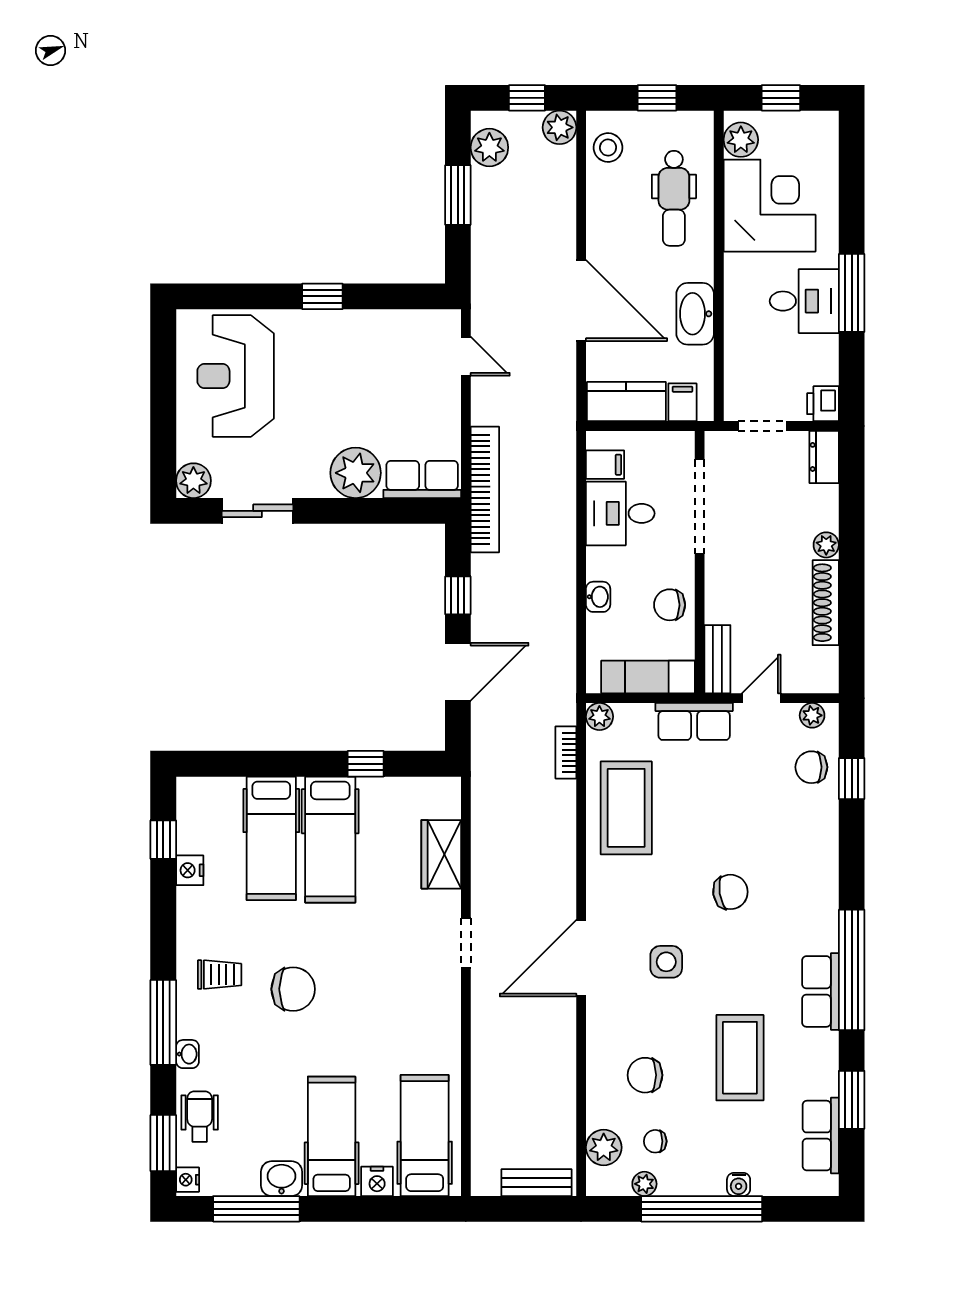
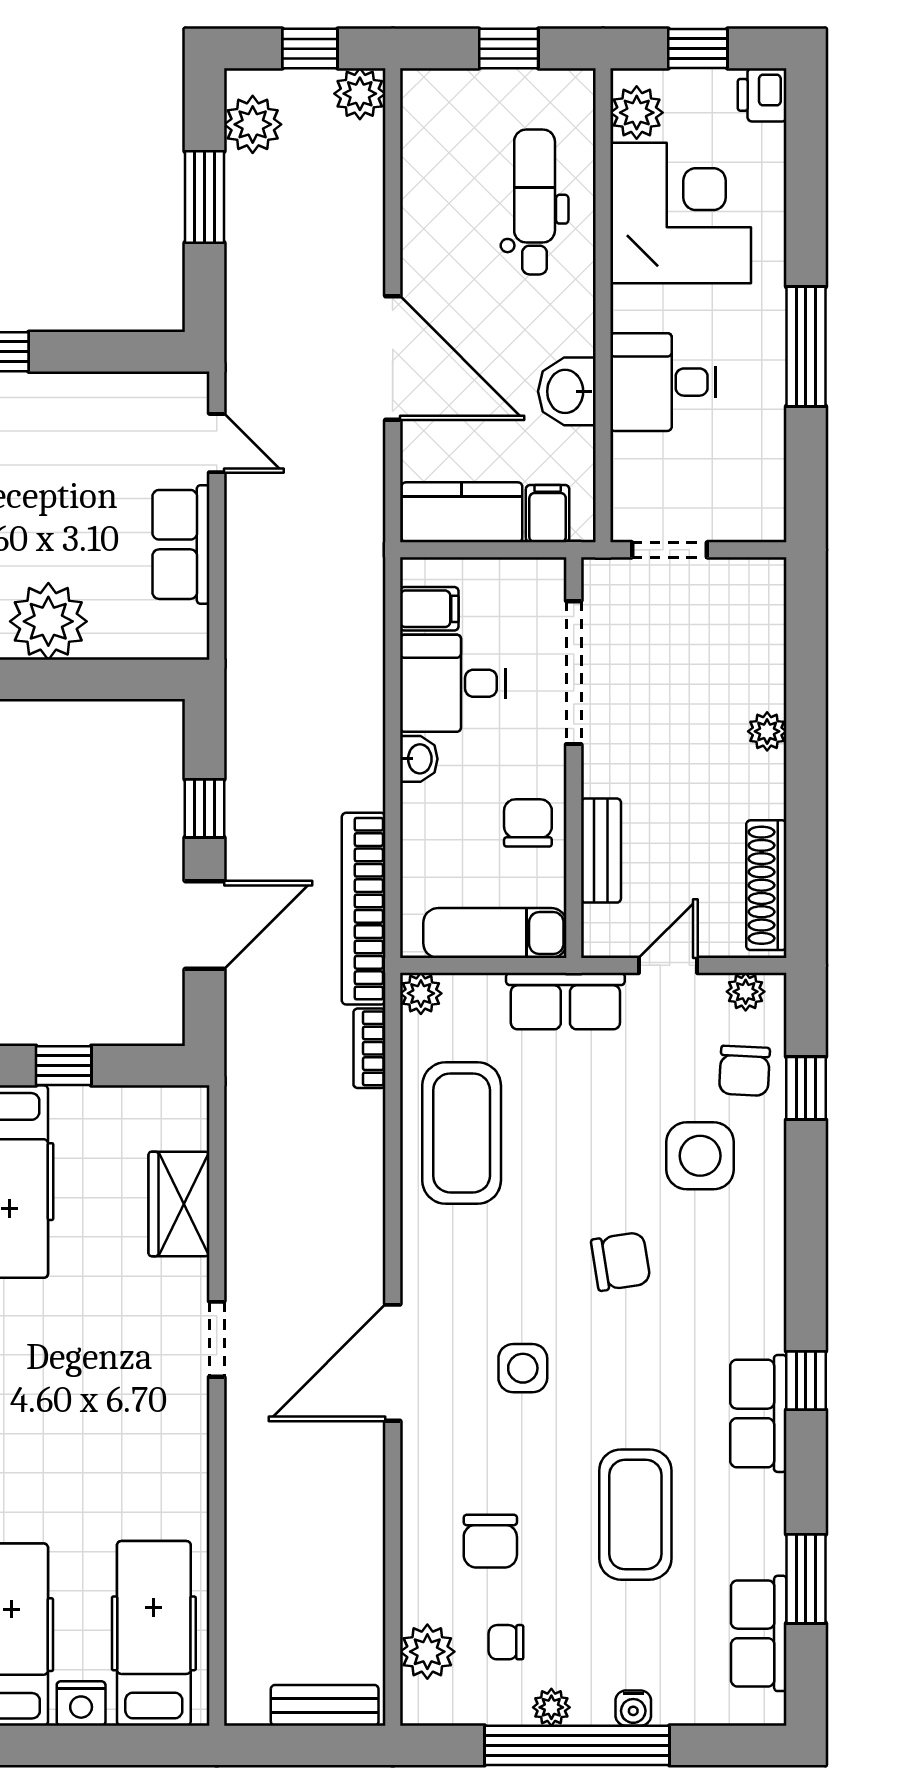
stool: (608, 148) -> (434, 124), removed
dental chair: (674, 198) -> (535, 202), turned 180
desk: (804, 301) -> (663, 382), moved, turned 180
washbasin: (695, 314) -> (567, 391), width x0.72
printer: (823, 404) -> (762, 95), moved
dresser: (824, 457) -> (764, 597), removed
row of seats: (422, 479) -> (181, 544), moved, turned -90
bookcase: (485, 489) -> (364, 909), moved, turned 180
washbasin: (598, 597) -> (419, 759), moved
shoe rack: (826, 603) -> (766, 885), moved
chair: (670, 605) -> (528, 823), turned 90
bench: (717, 659) -> (601, 851), moved
chair: (811, 767) -> (744, 1071), turned -87
side table: (782, 823) -> (700, 1156), added
window: (852, 970) -> (806, 1381), width x0.32
chair: (645, 1075) -> (490, 1541), turned -90
plant: (644, 1184) -> (551, 1707), moved

